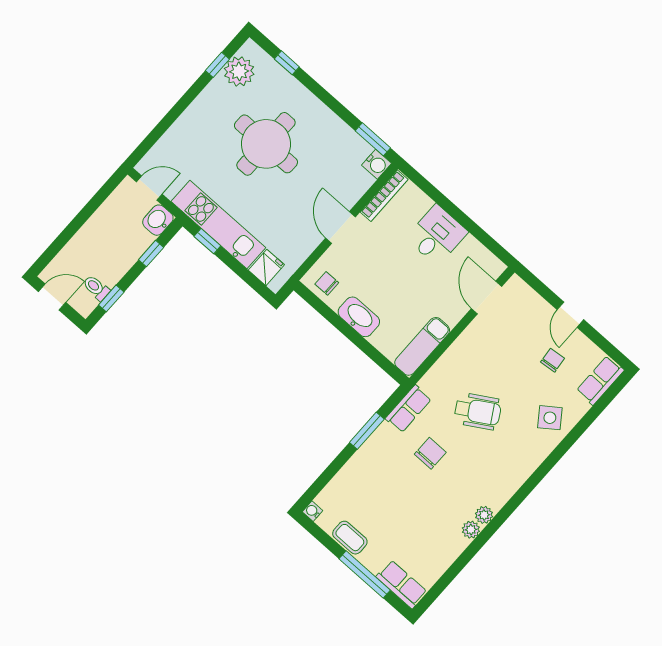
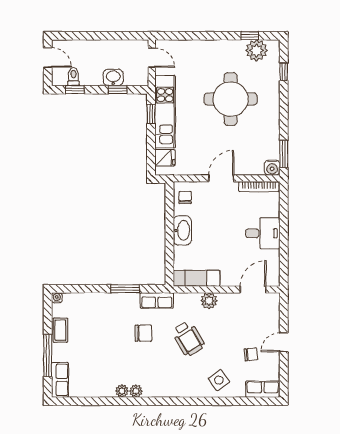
washbasin: (158, 220) -> (113, 77), moved
plant: (457, 354) -> (209, 301), added

